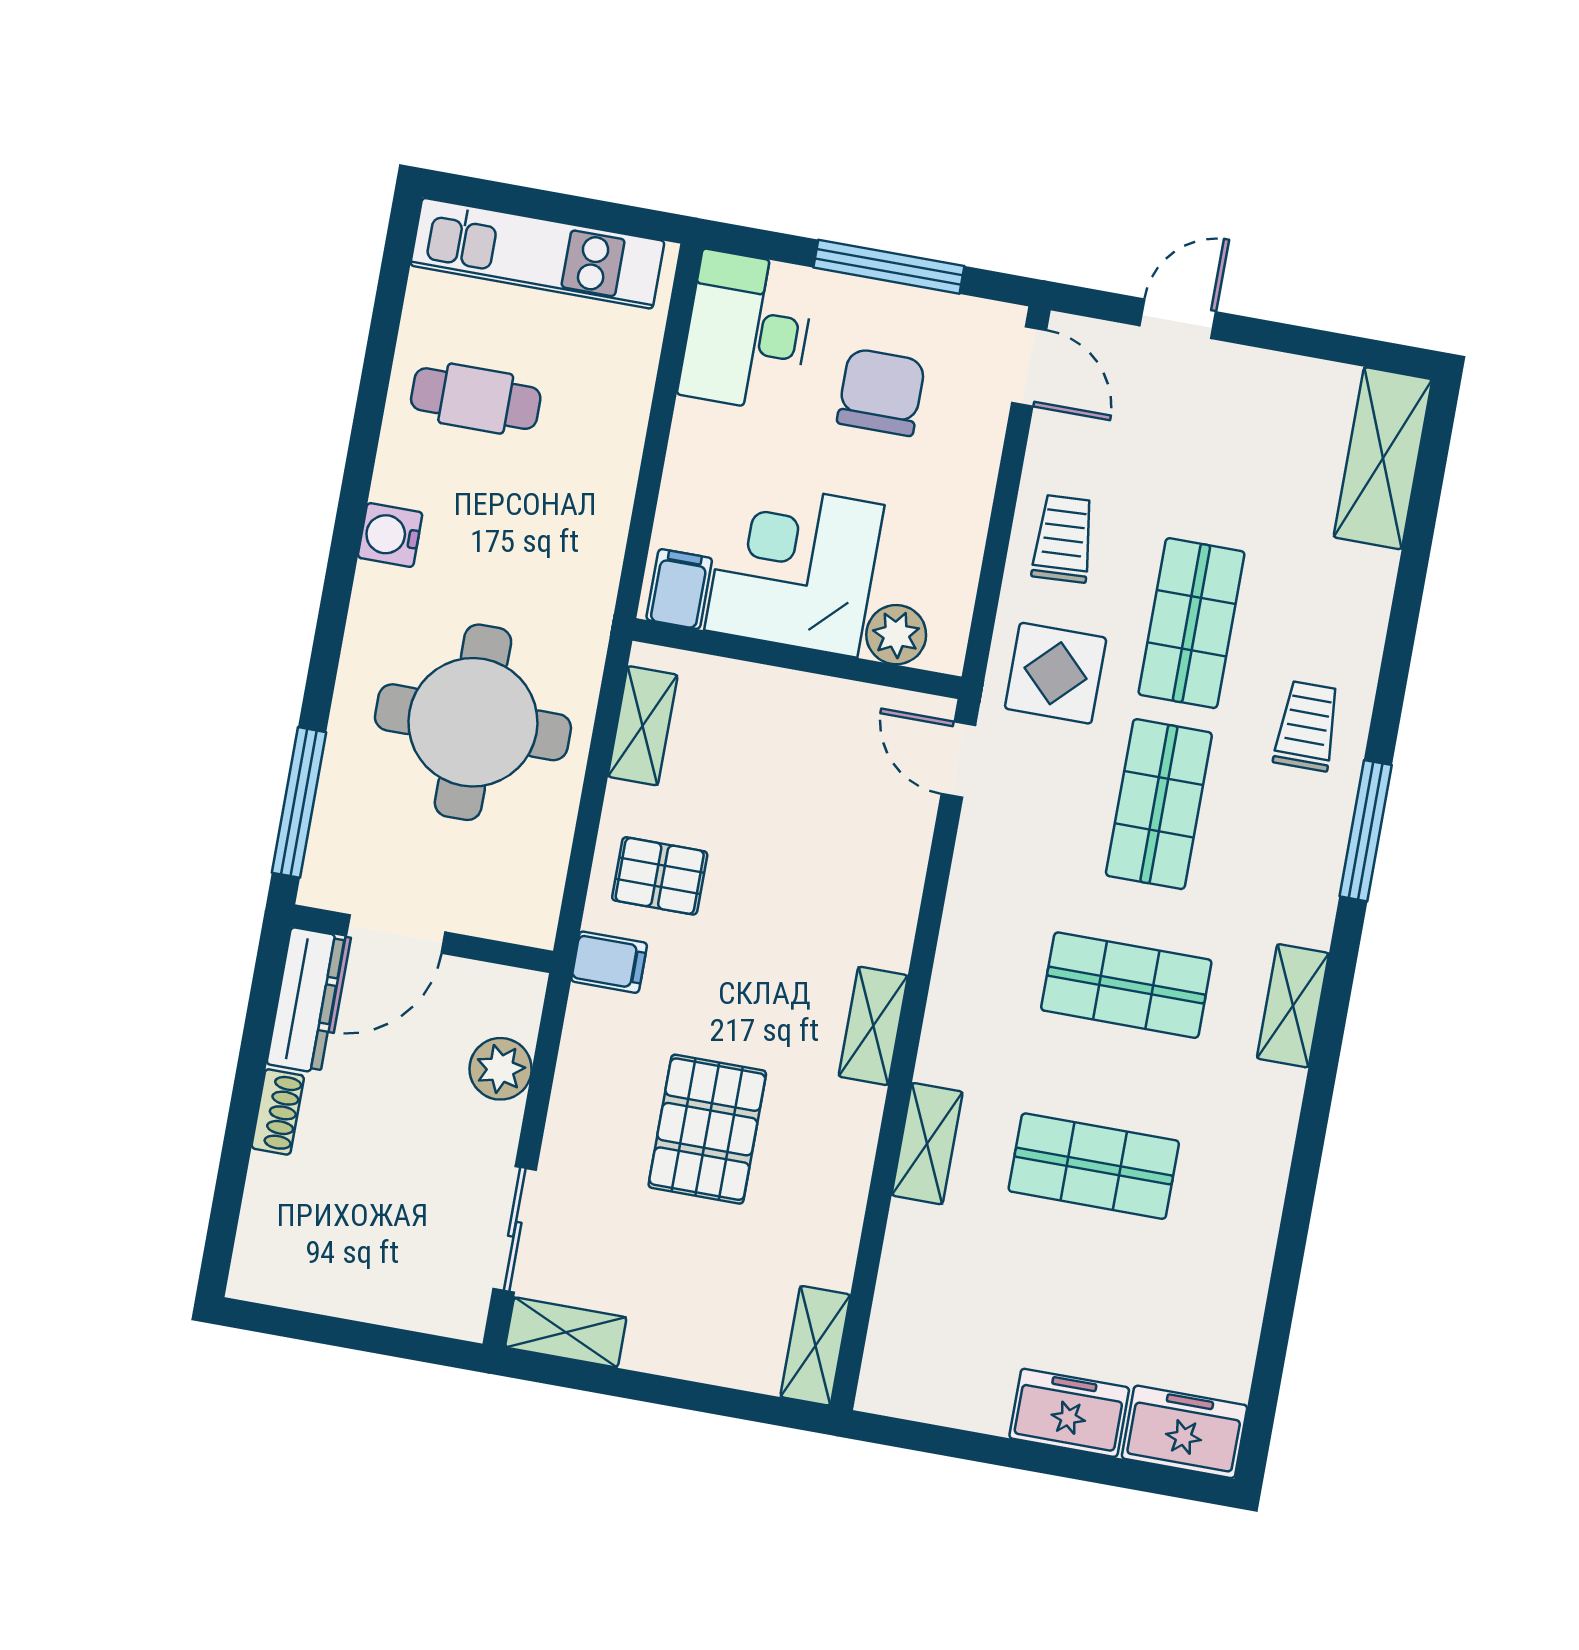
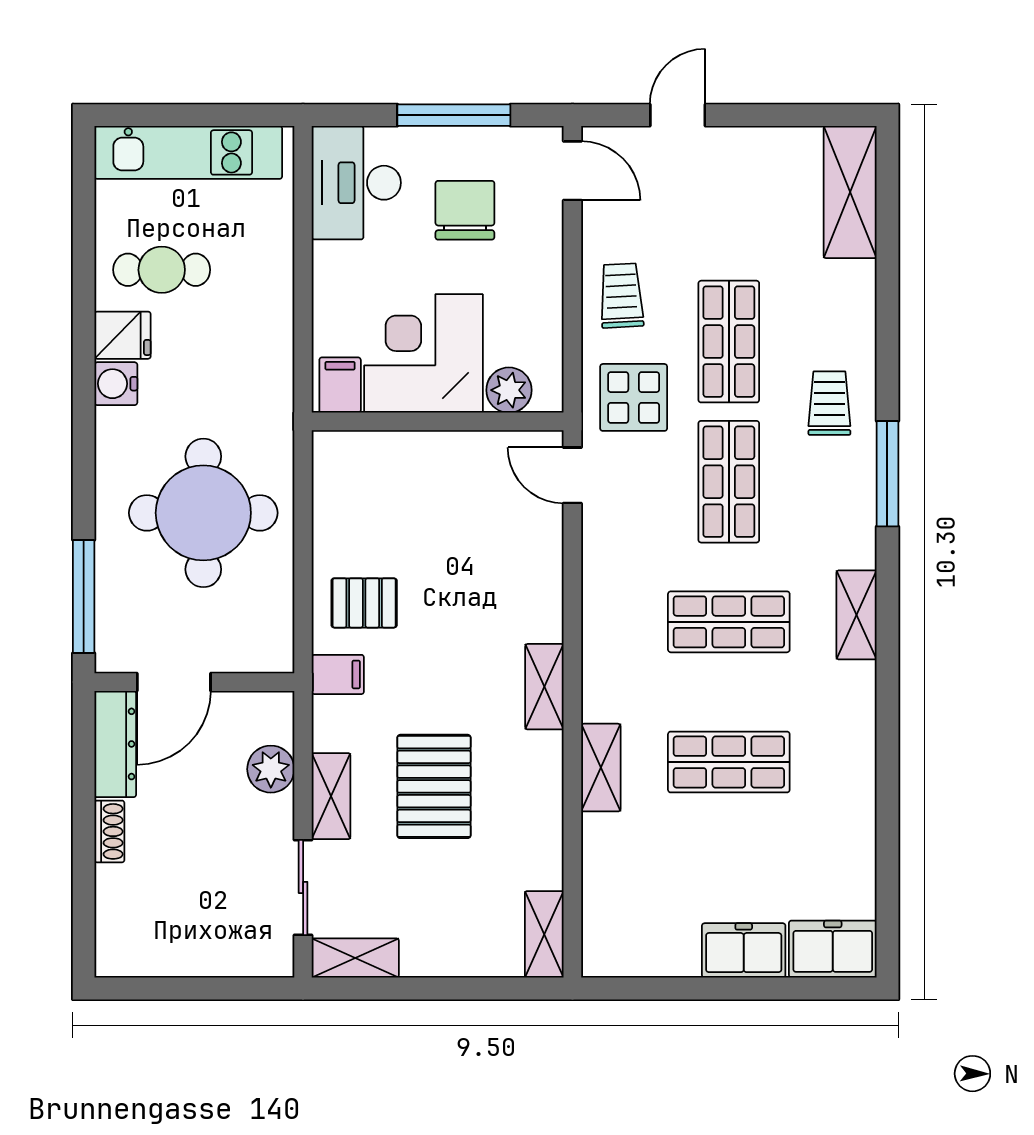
fridge: (410, 474) -> (123, 335), added
shelving: (643, 726) -> (331, 796), moved

